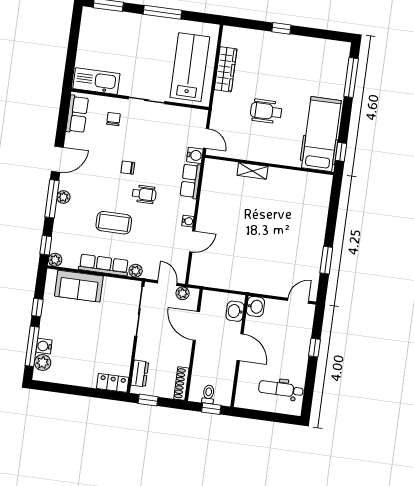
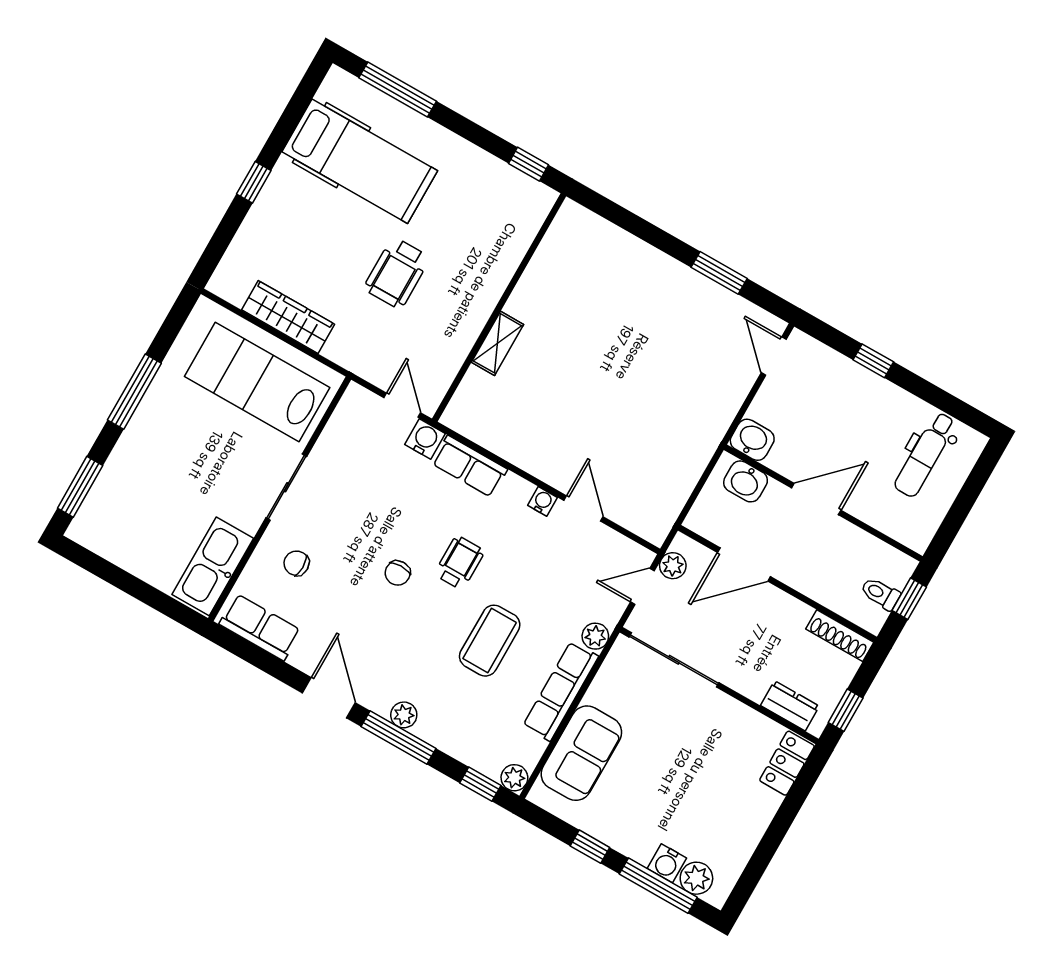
hospital bed: (321, 134) -> (360, 161), moved, turned 180
door: (206, 138) -> (402, 405), hinge flipped

